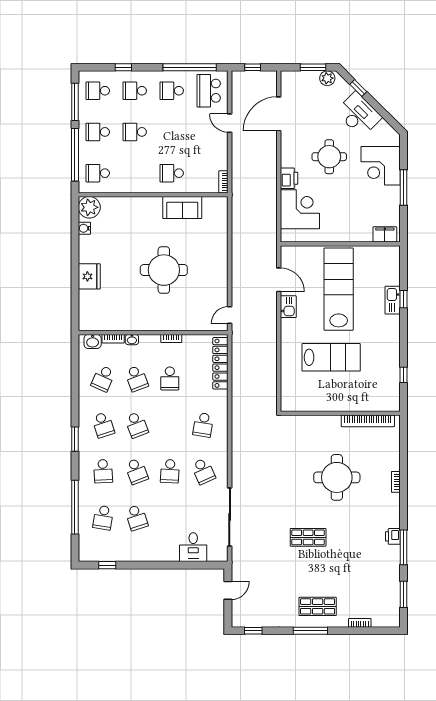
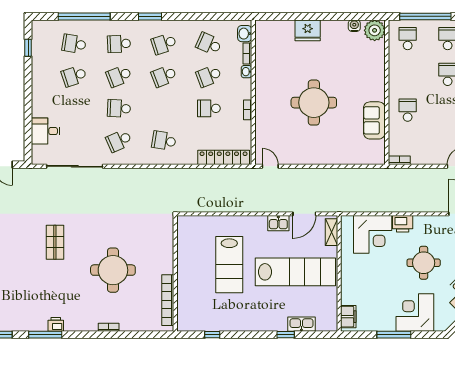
shelving: (298, 252) -> (331, 232), added
kitchen sink: (393, 300) -> (301, 324), moved

